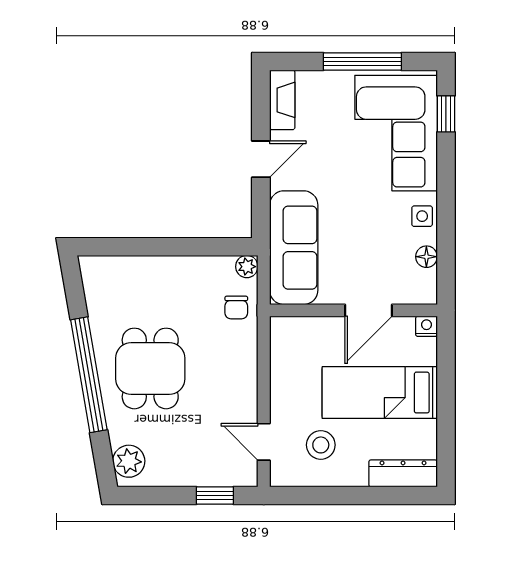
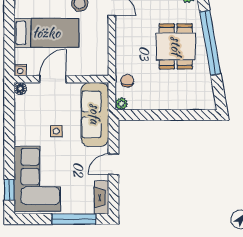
window: (362, 62) -> (74, 219), moved
side table: (422, 216) -> (56, 131), moved
floor lamp: (426, 257) -> (20, 88), moved

